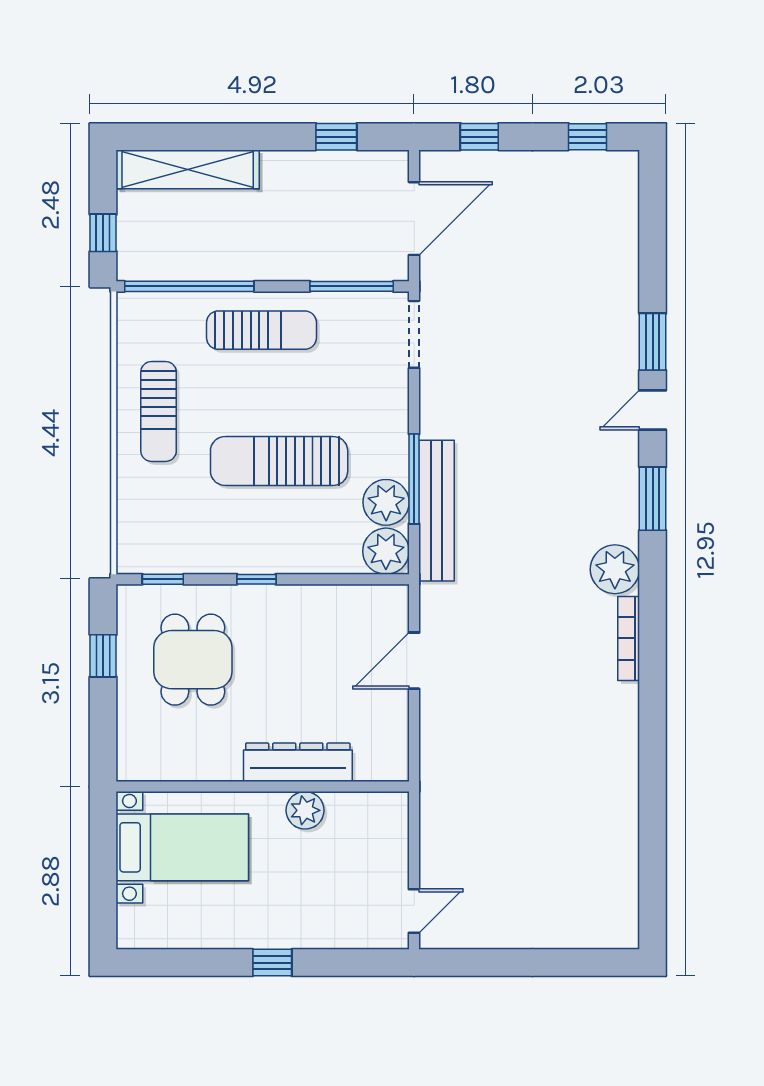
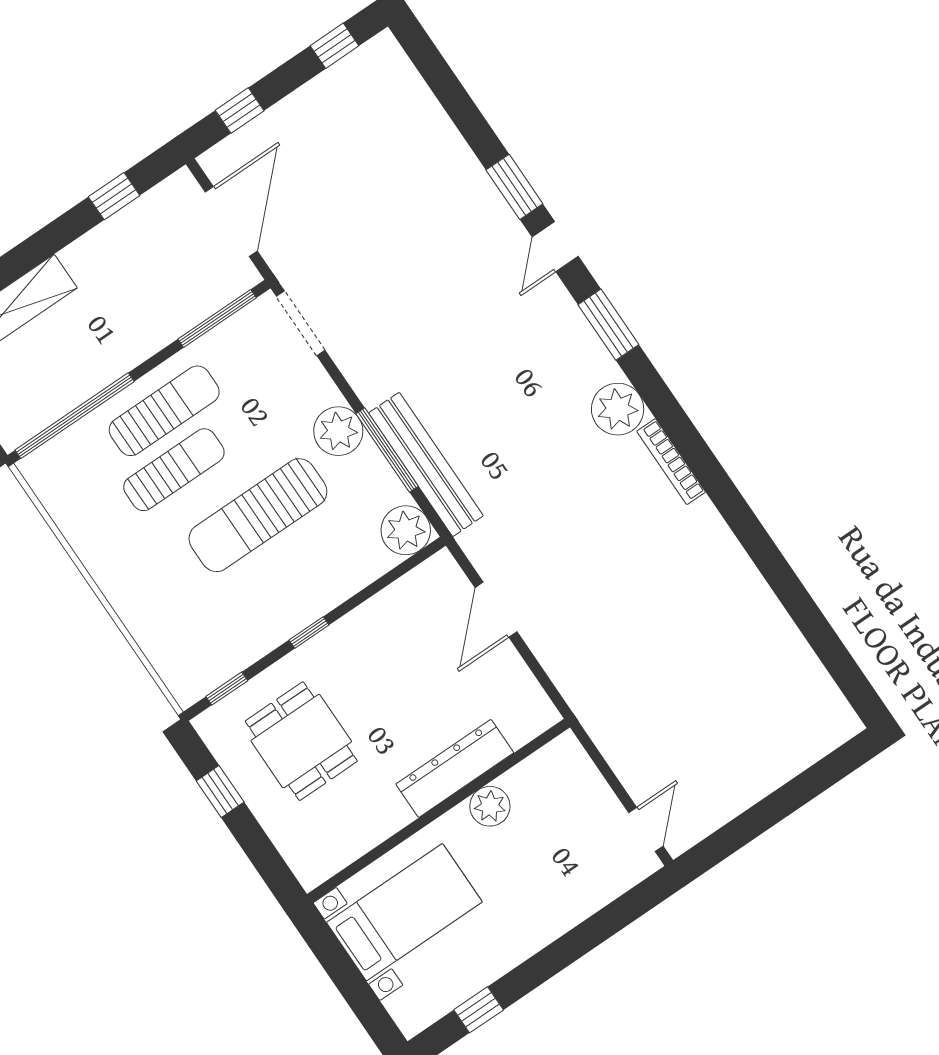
sun lounger: (159, 411) -> (174, 470), moved, turned -90
plant: (386, 502) -> (338, 431), moved
window: (272, 963) -> (479, 1010), moved

